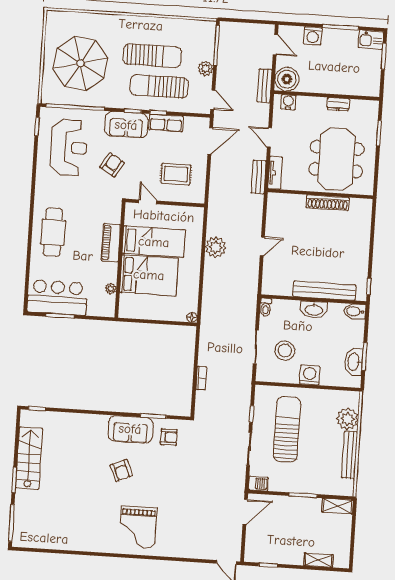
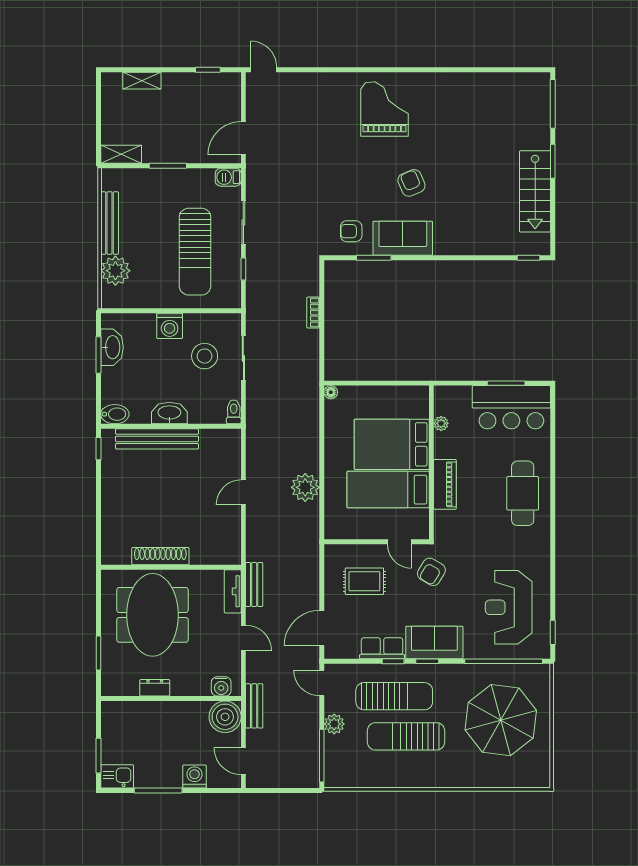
armchair: (112, 165) -> (431, 572), moved

